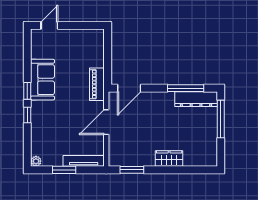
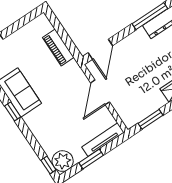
piano: (97, 84) -> (58, 47), moved
window: (27, 115) -> (48, 165), moved
plant: (36, 161) -> (63, 161), width x1.87, depth x1.87

